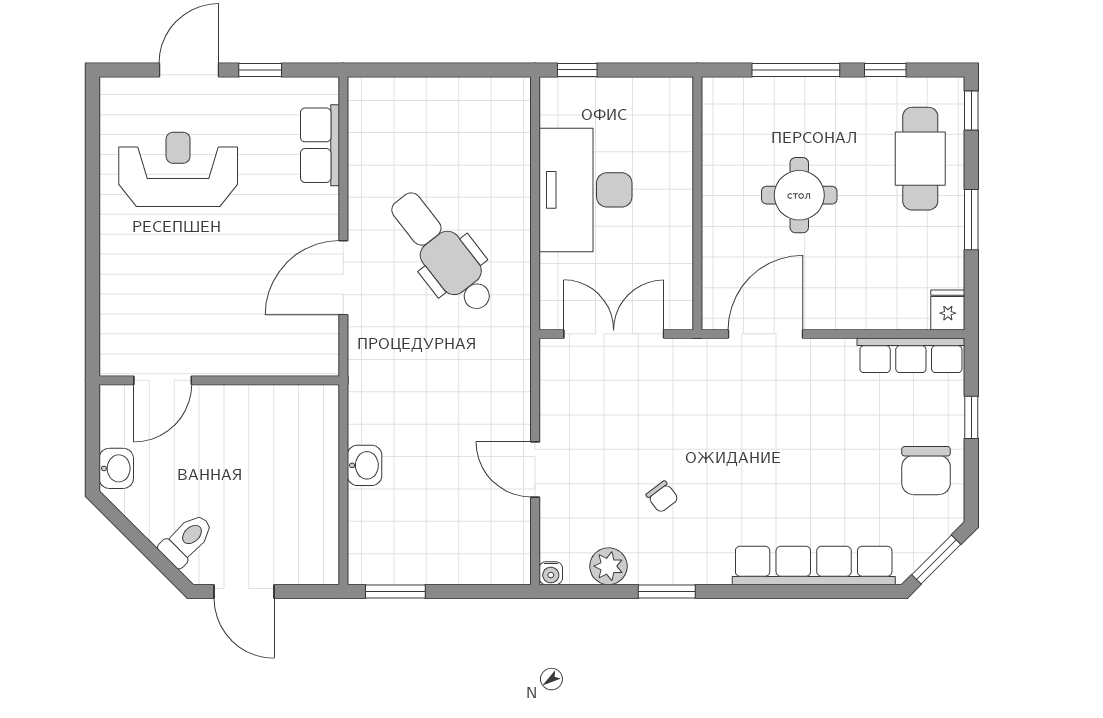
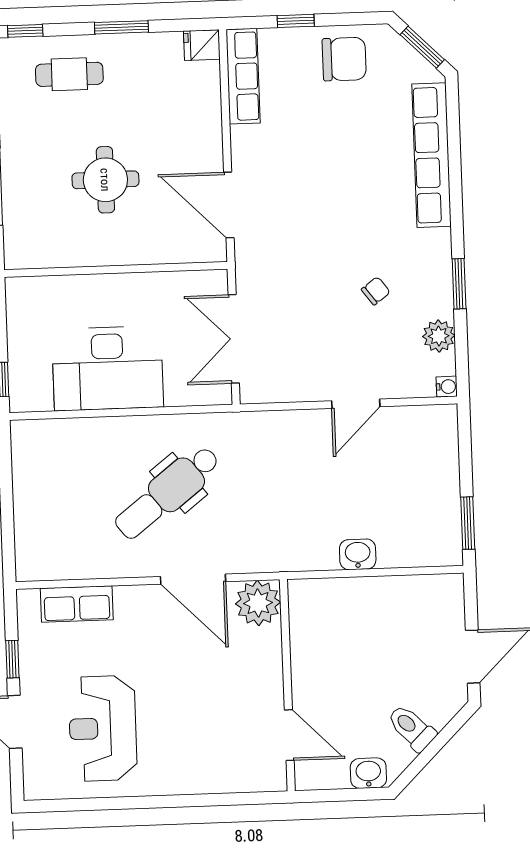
cafe table: (920, 159) -> (69, 74), width x0.73, depth x0.74
plant: (313, 350) -> (258, 603), added
toilet: (187, 540) -> (411, 728), moved

